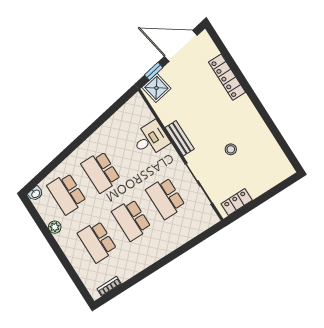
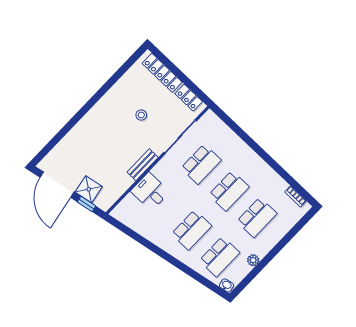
locker: (227, 77) -> (162, 73), moved, turned 90
shower: (156, 88) -> (89, 189), moved

